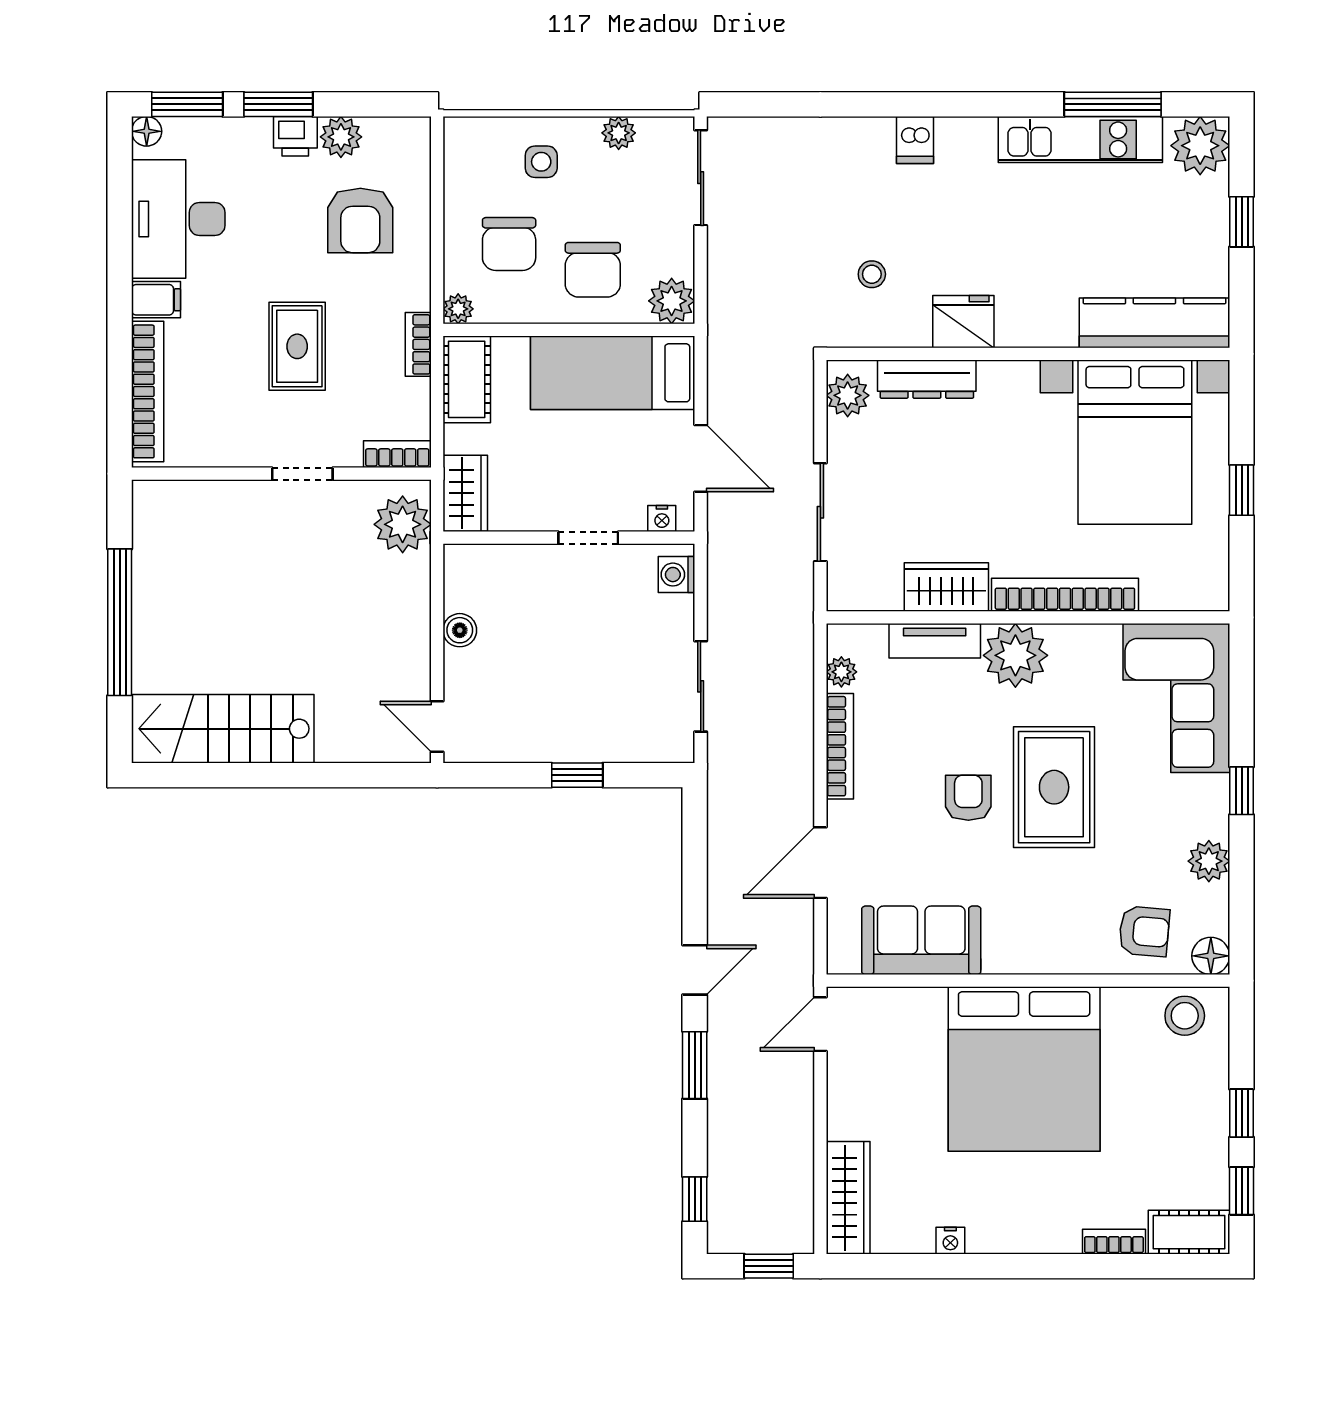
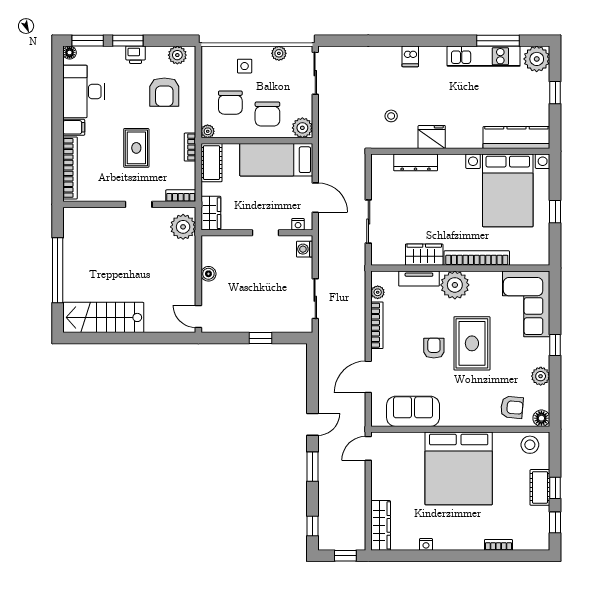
plant: (341, 137) -> (177, 55), moved
plant: (848, 395) -> (380, 170), removed
cot: (1189, 1232) -> (540, 487), moved, turned 90

